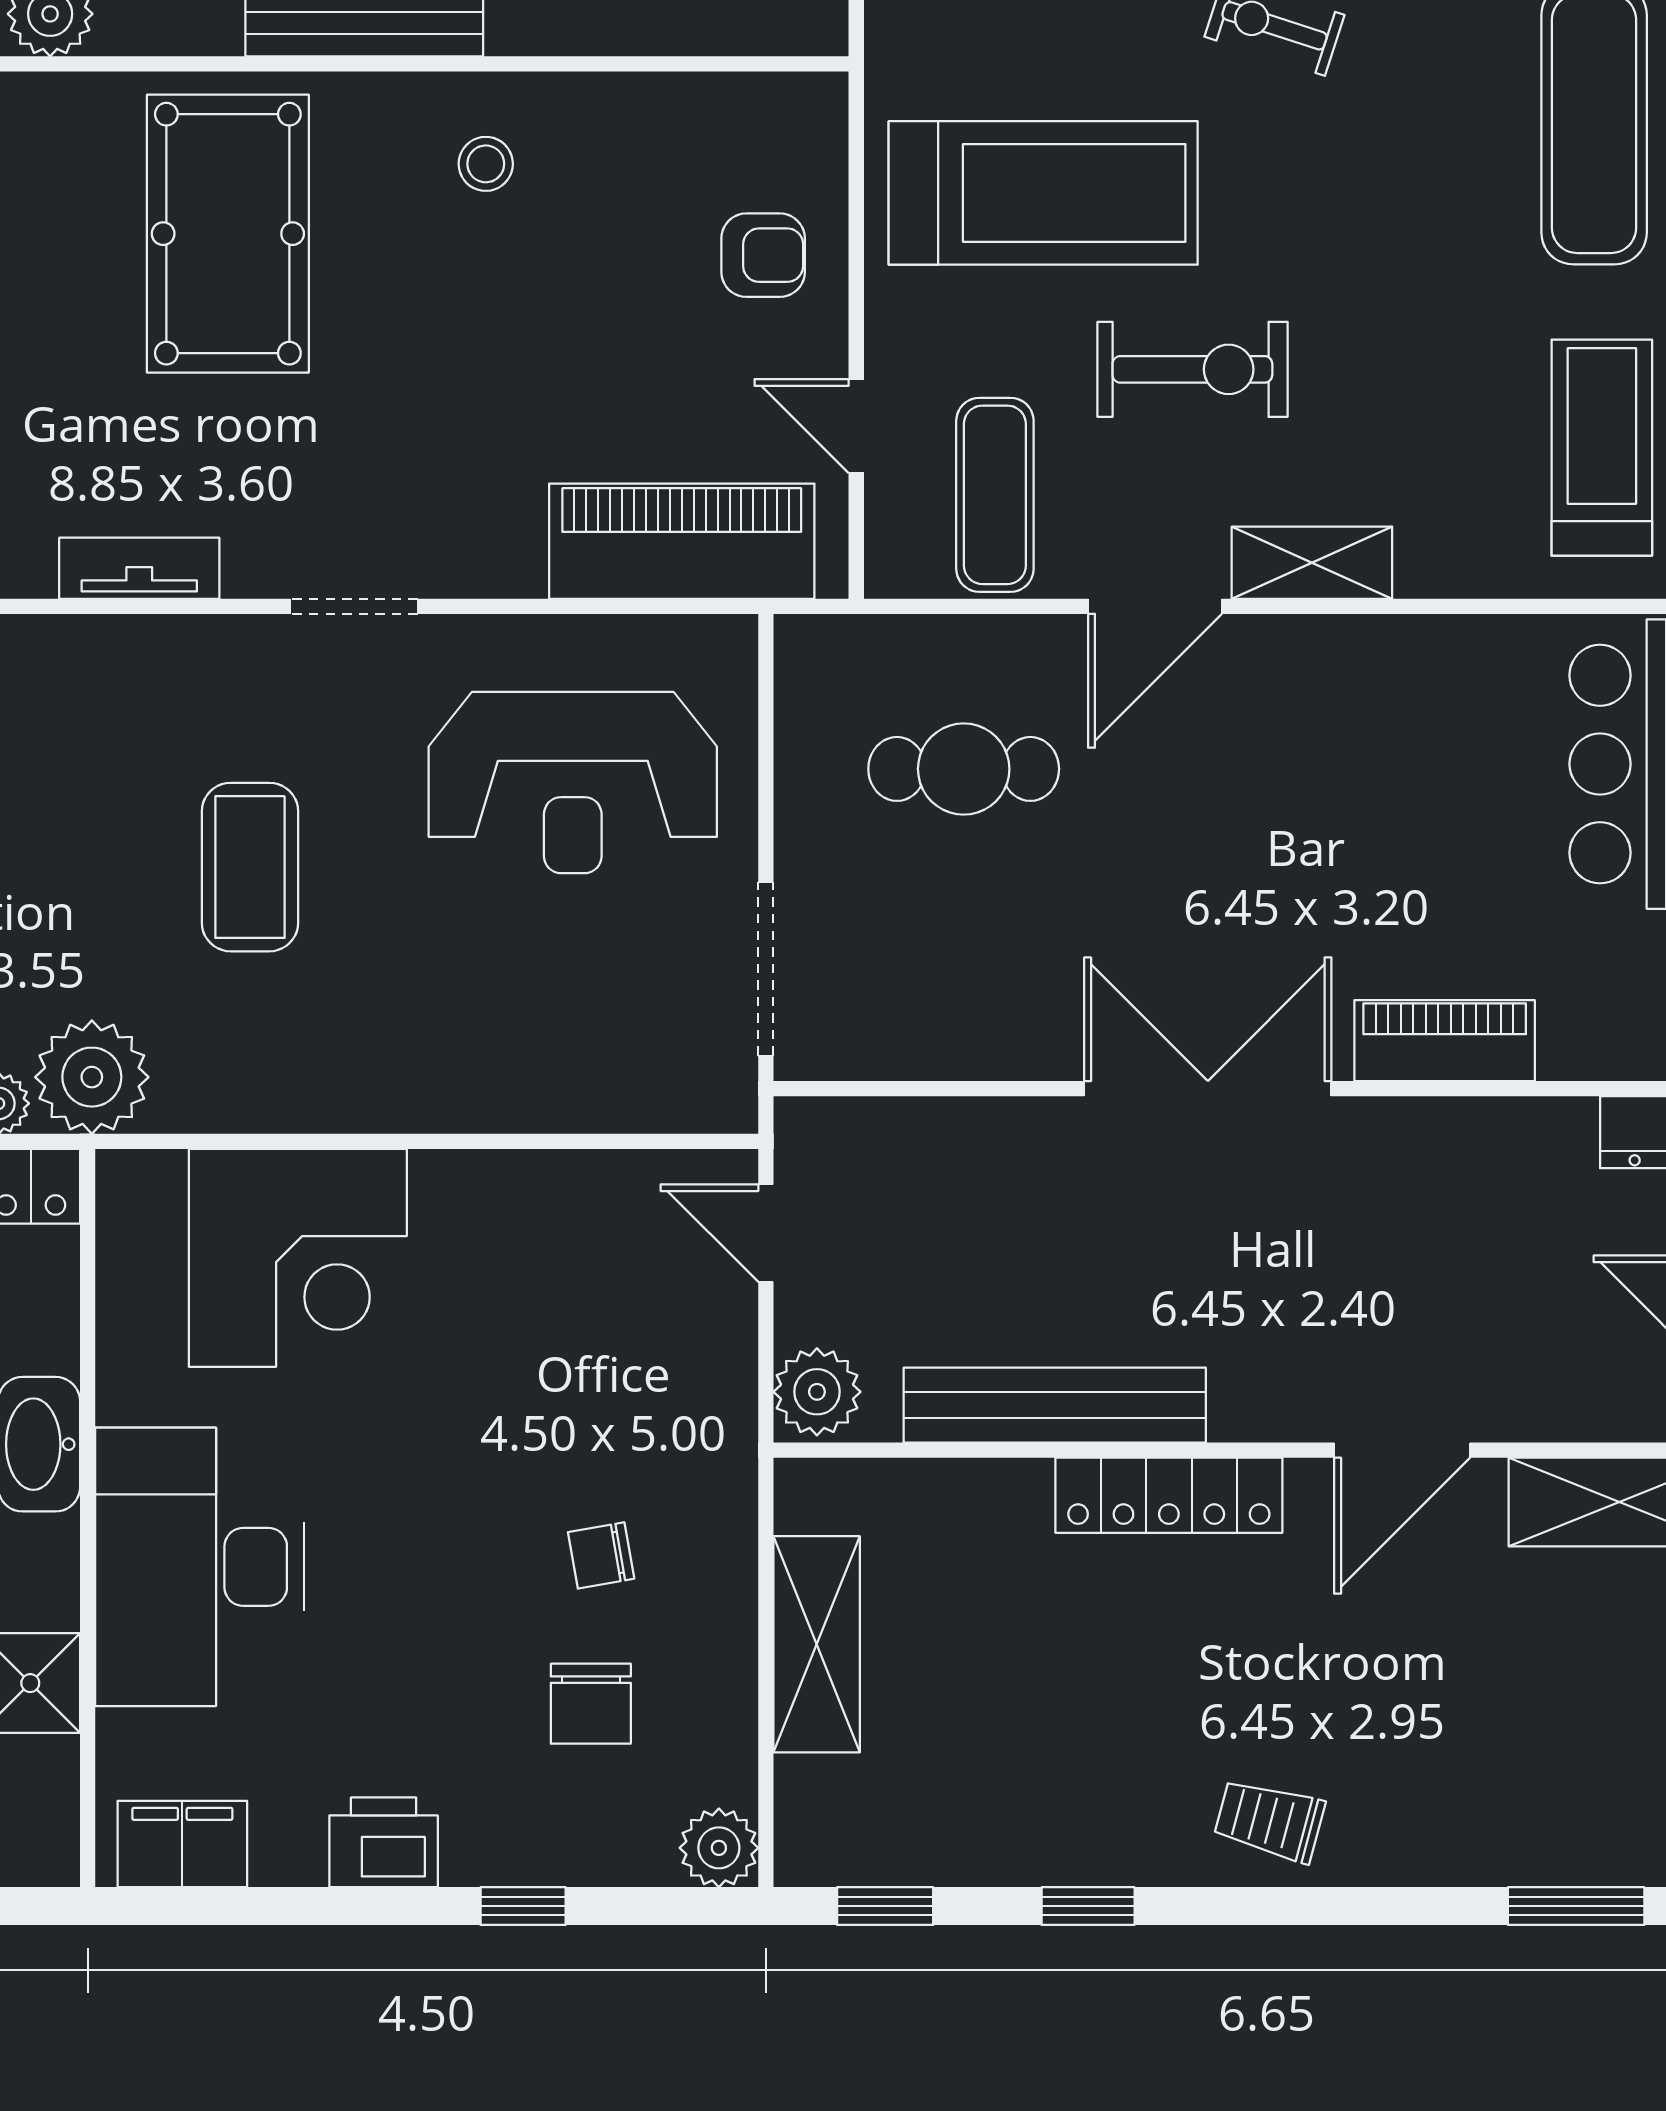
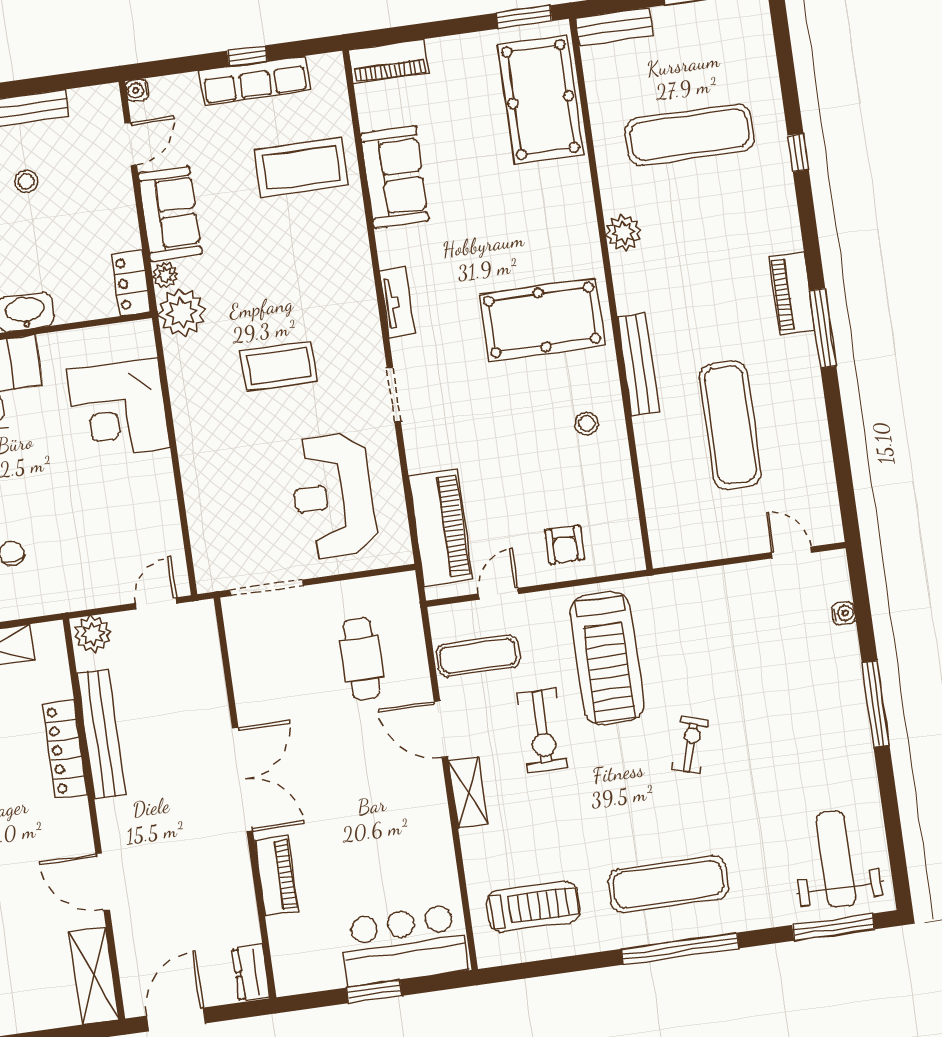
locker: (1169, 1495) -> (65, 749), moved

